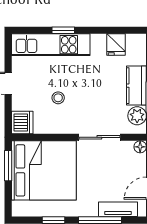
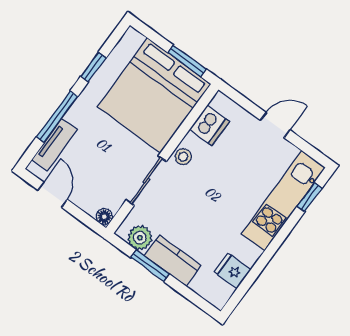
window: (63, 30) -> (310, 197), moved
stool: (58, 98) -> (183, 157), moved
dishwasher: (22, 123) -> (210, 125), moved, turned -90

